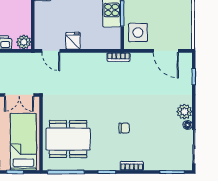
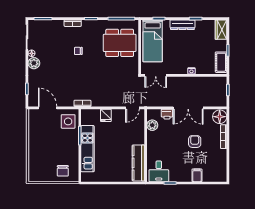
fridge: (73, 41) -> (106, 115), moved
plant: (24, 42) -> (152, 125), moved
door: (51, 51) -> (132, 108), swing flipped
double door: (19, 95) -> (156, 75), swing flipped

